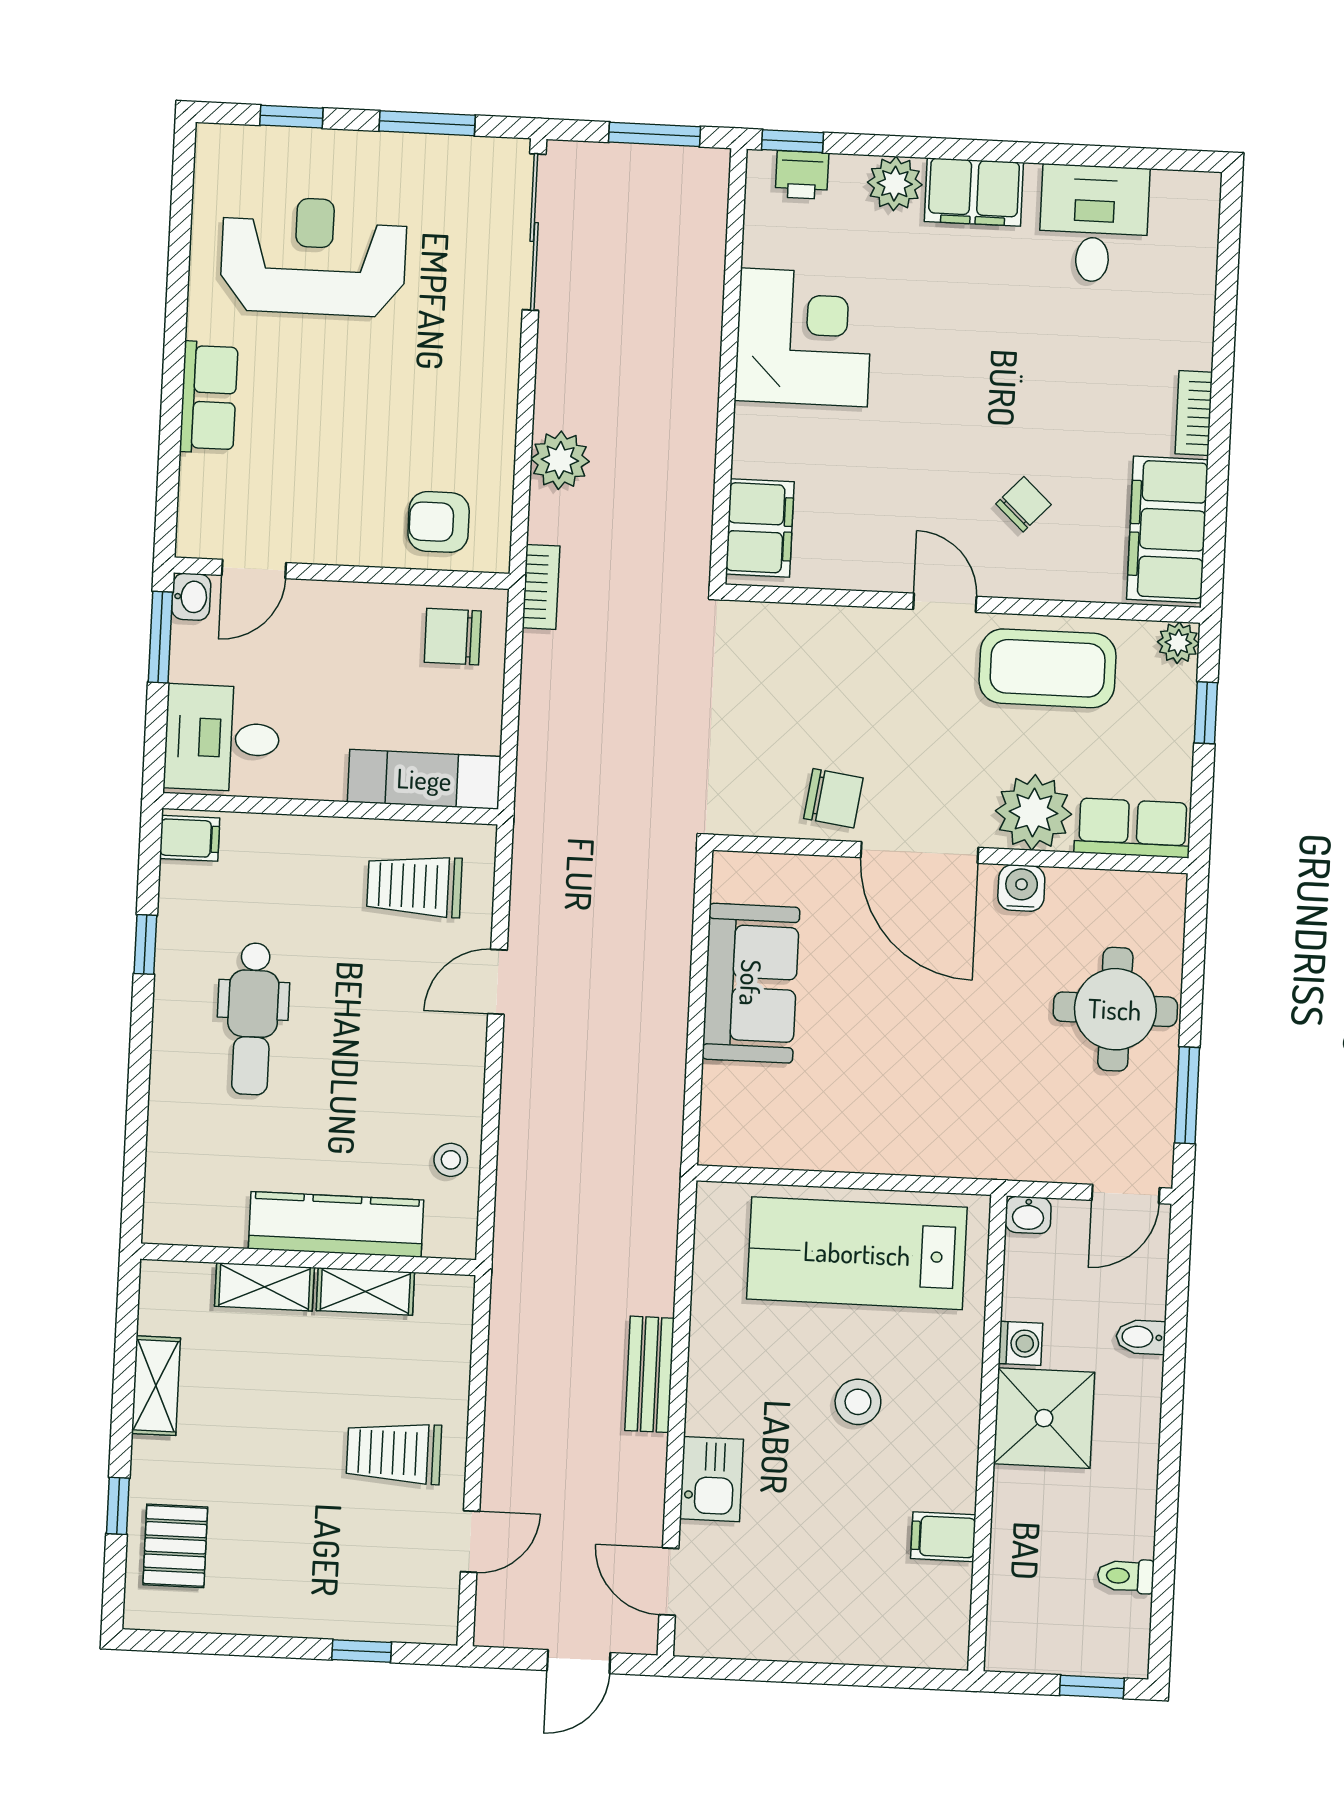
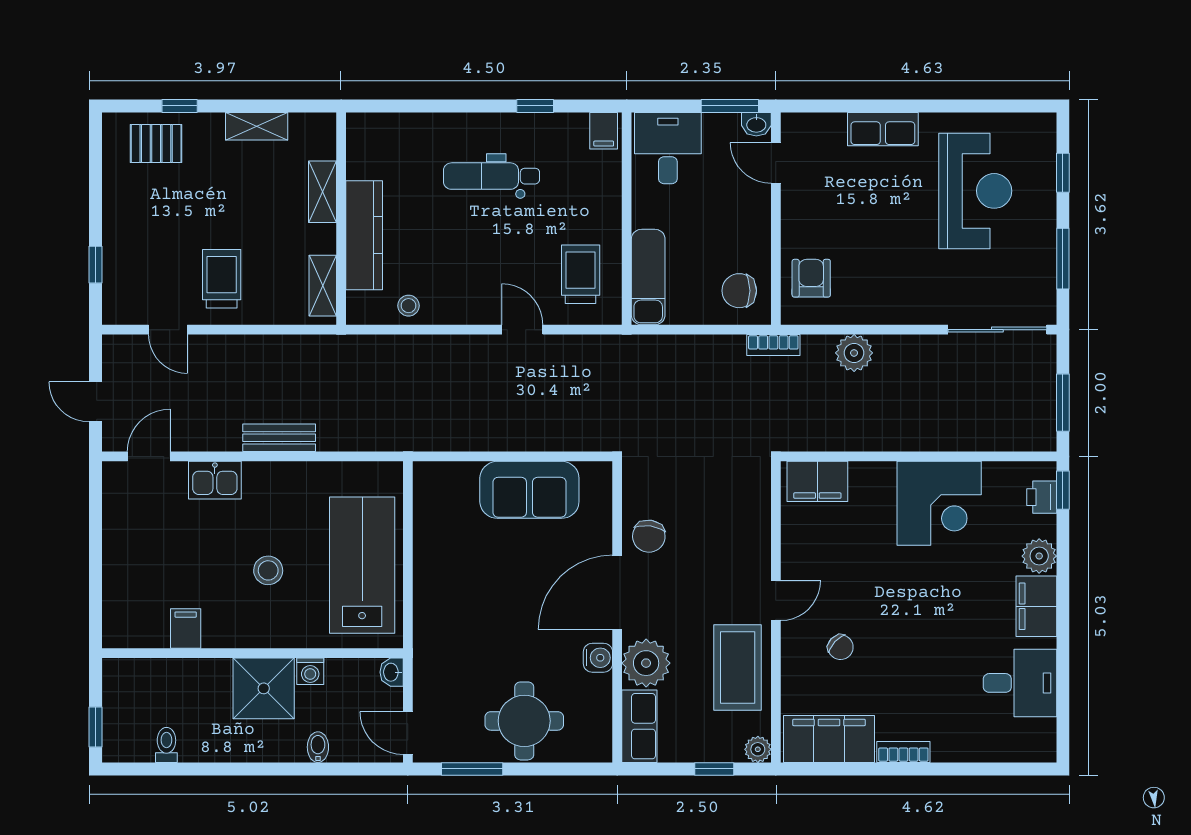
chair: (453, 637) -> (739, 291), turned -90
shelving: (365, 1291) -> (323, 286), moved

